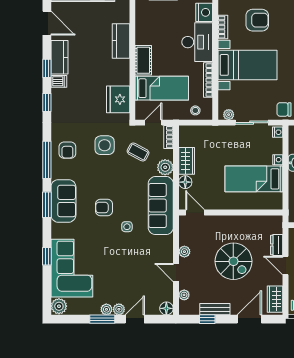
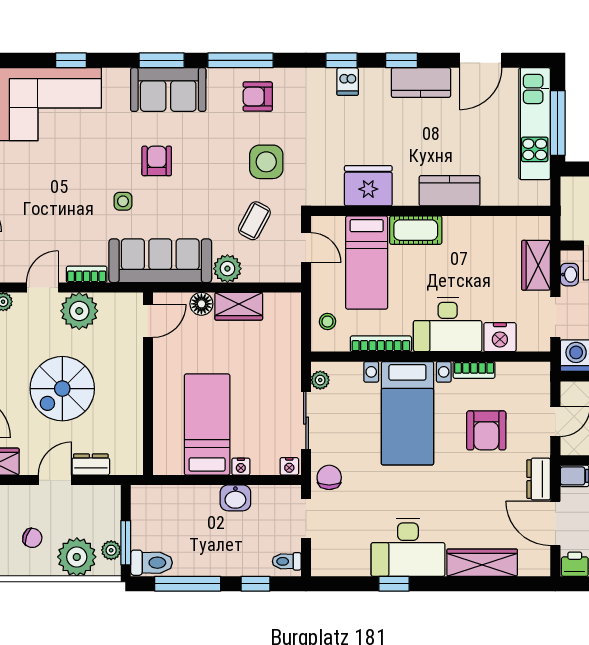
dishwasher: (59, 81) -> (348, 82), moved
fridge: (118, 99) -> (368, 186), moved
bookcase: (169, 137) -> (87, 274), moved
plant: (184, 252) -> (79, 311), width x1.88, depth x1.88

